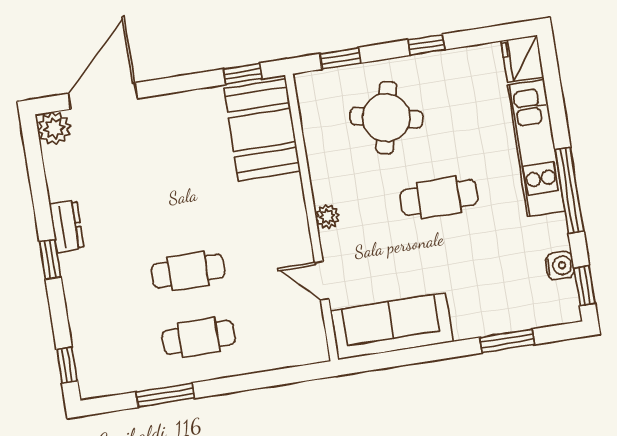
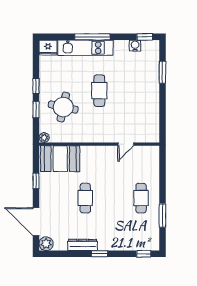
window: (340, 58) -> (36, 110), moved
window: (243, 74) -> (36, 181), moved
window: (569, 191) -> (92, 37), moved
plant: (327, 216) -> (44, 138), moved
dresser: (67, 226) -> (83, 245), width x1.44
cafe table: (188, 271) -> (85, 198), moved
sofa: (392, 326) -> (149, 118), removed

